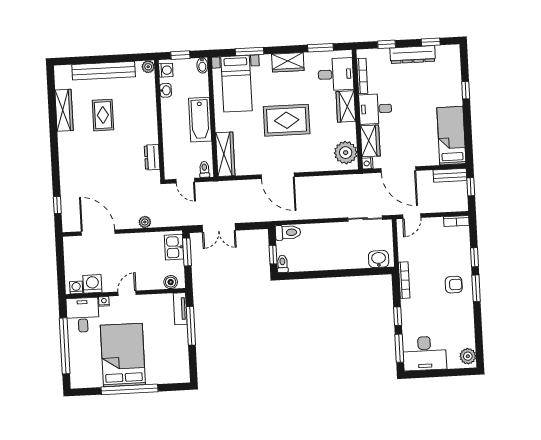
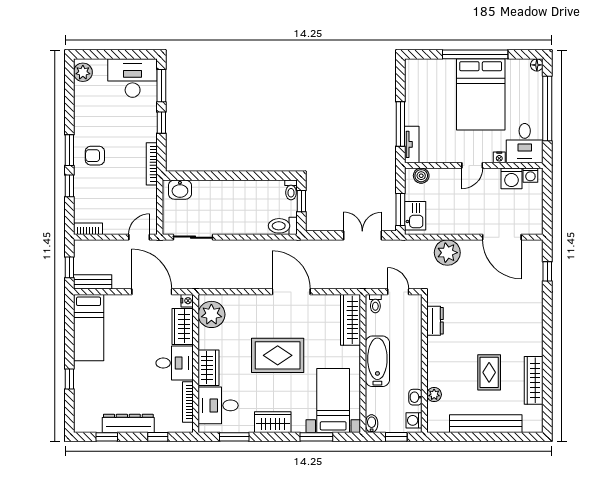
plant: (148, 67) -> (434, 395), moved
plant: (145, 222) -> (447, 253), width x1.87, depth x1.87
floor lamp: (76, 383) -> (537, 65), added

